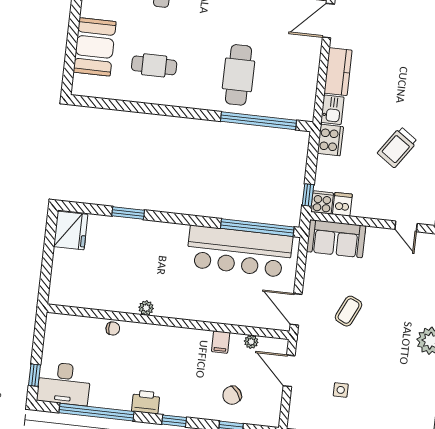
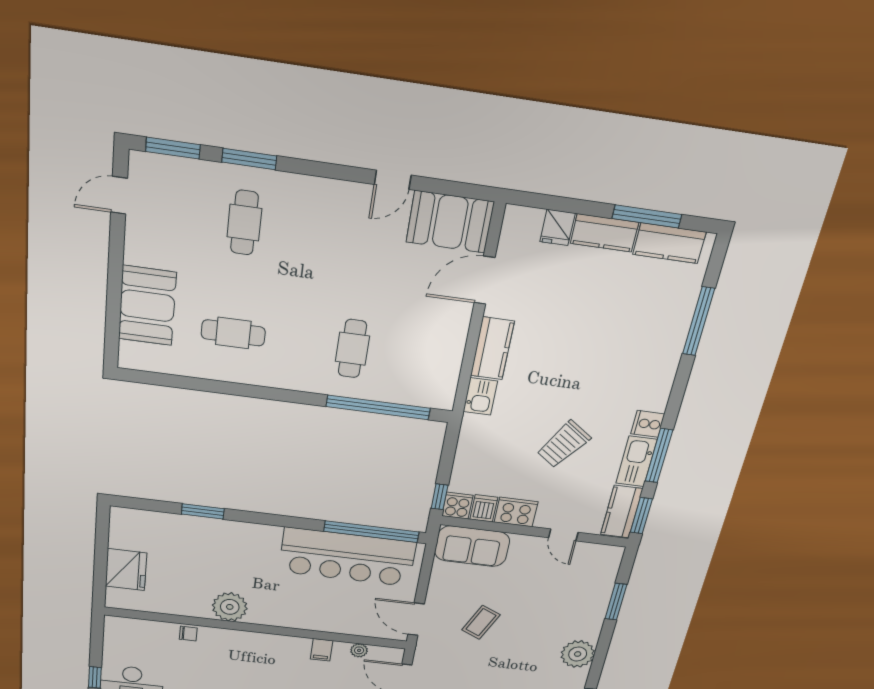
cafe table: (238, 75) -> (352, 349), width x0.73, depth x0.74
cooker: (330, 140) -> (516, 512), moved, turned -90
fridge: (71, 231) -> (126, 570), moved
plant: (146, 308) -> (230, 607), width x1.87, depth x1.87

